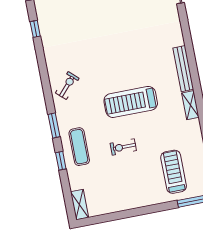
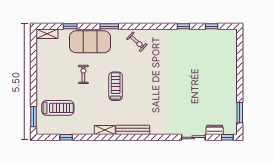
treadmill: (131, 102) -> (116, 86), width x0.73, depth x0.73
exercise mat: (79, 147) -> (90, 42), width x2.00, depth x1.45
window: (61, 161) -> (70, 26), moved

